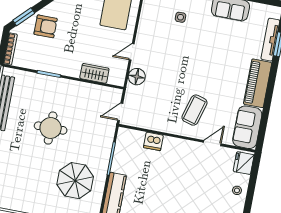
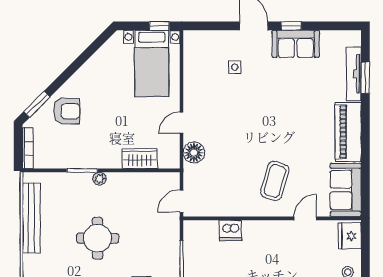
plant: (61, 83) -> (99, 179), added

